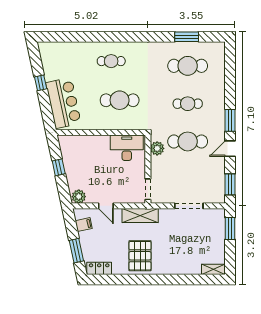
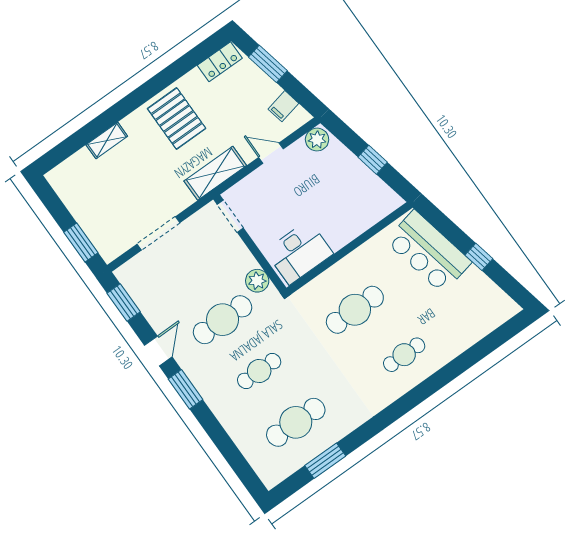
shelving: (213, 269) -> (107, 140), moved

